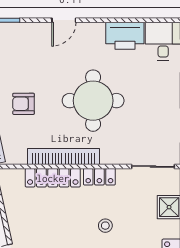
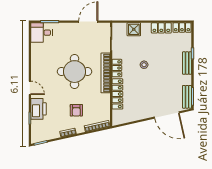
printer: (125, 36) -> (38, 109), moved
bookcase: (64, 156) -> (106, 73), moved

